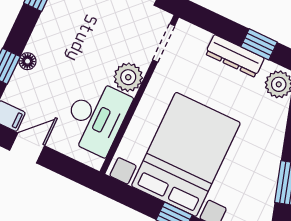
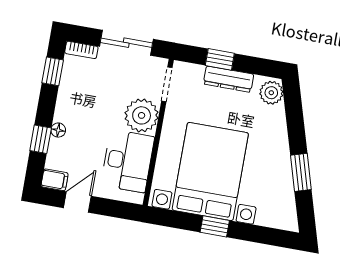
window: (259, 44) -> (220, 59), moved
plant: (128, 77) -> (142, 115), width x1.36, depth x1.36

